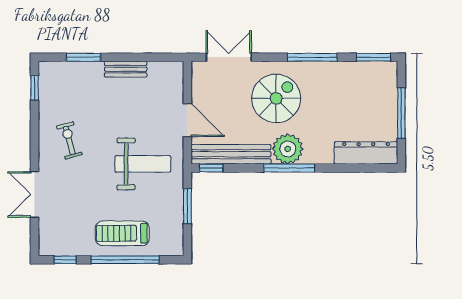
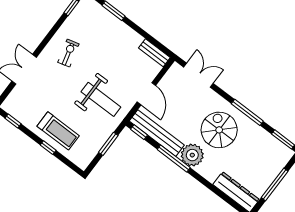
bench: (126, 69) -> (154, 53), moved
spiral stairs: (276, 98) -> (219, 130), moved, turned -90
window: (289, 168) -> (174, 159), moved
treadmill: (122, 233) -> (58, 131), turned 180
window: (125, 260) -> (48, 148), width x0.32

